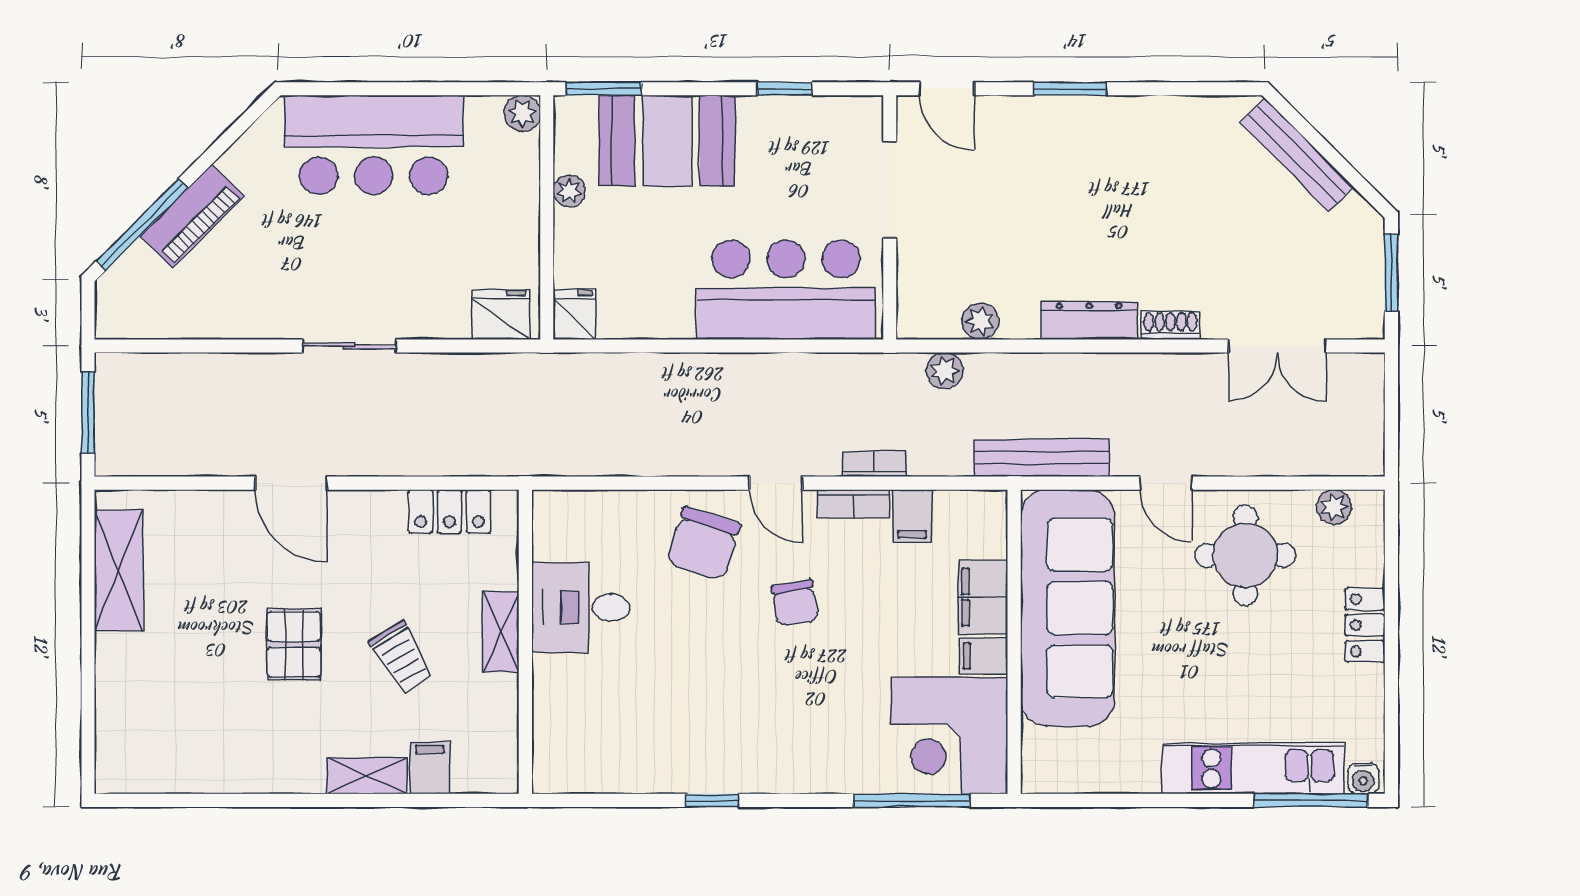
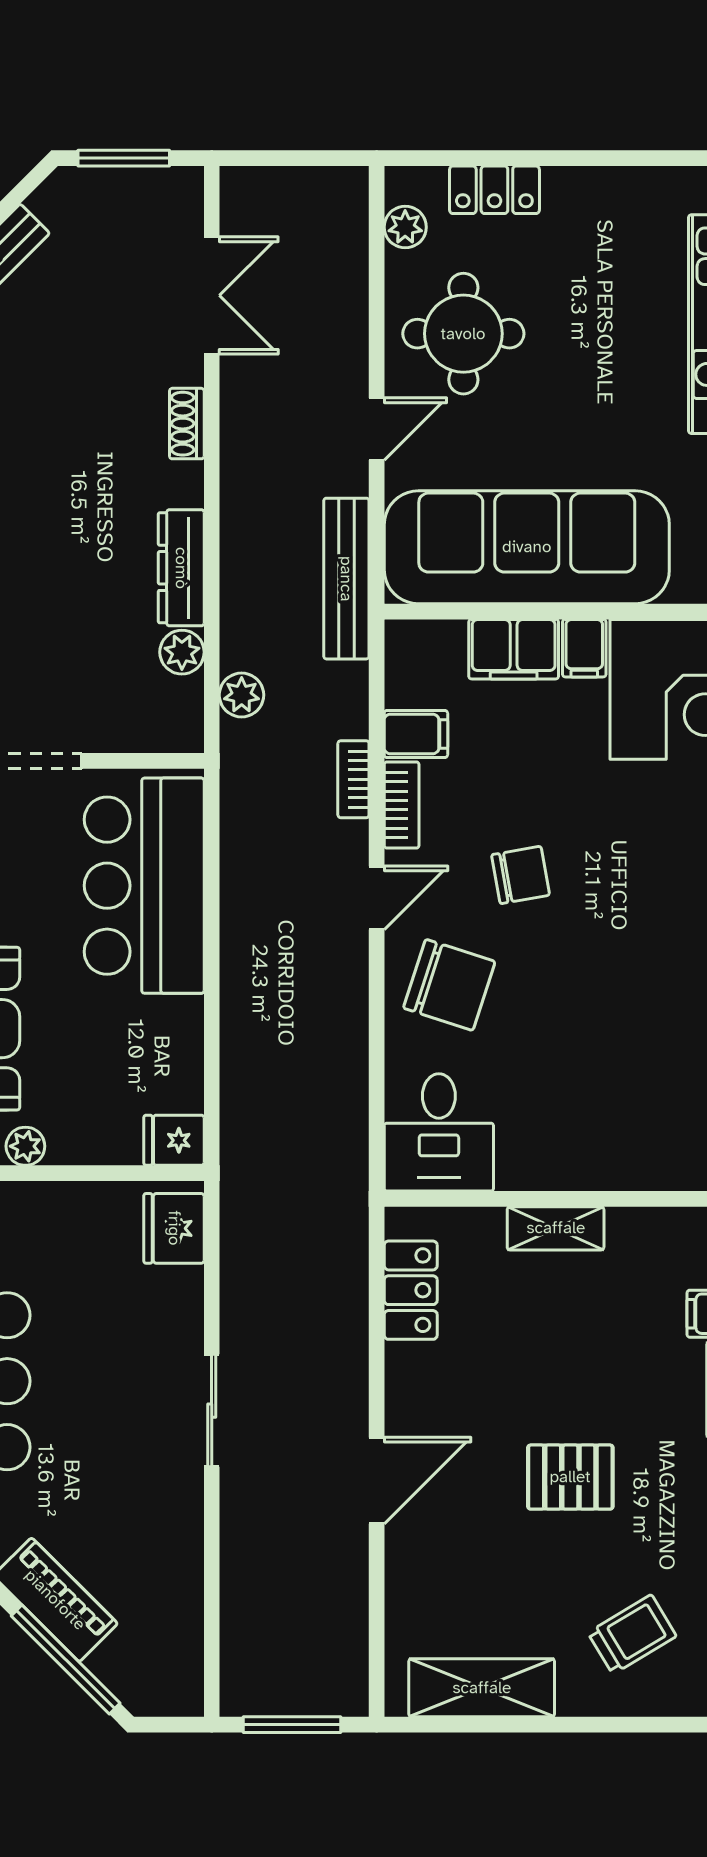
dresser: (1089, 321) -> (181, 568), moved
desk: (581, 608) -> (439, 1132), moved
locker: (1365, 625) -> (494, 190), moved
trolley: (402, 658) -> (632, 1634), moved

